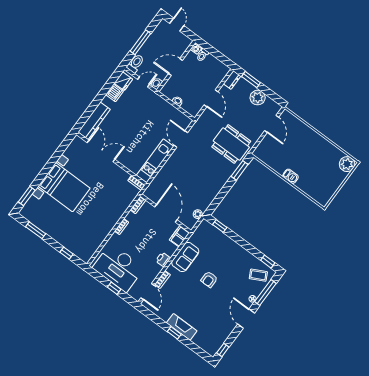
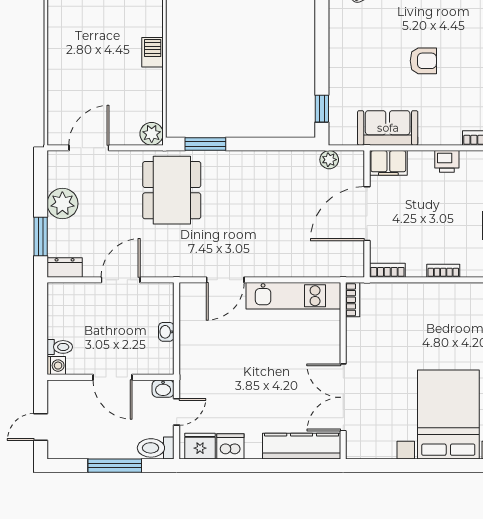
door: (143, 82) -> (177, 412), swing flipped
plant: (259, 152) -> (152, 134), added
sofa: (185, 257) -> (388, 128), moved

